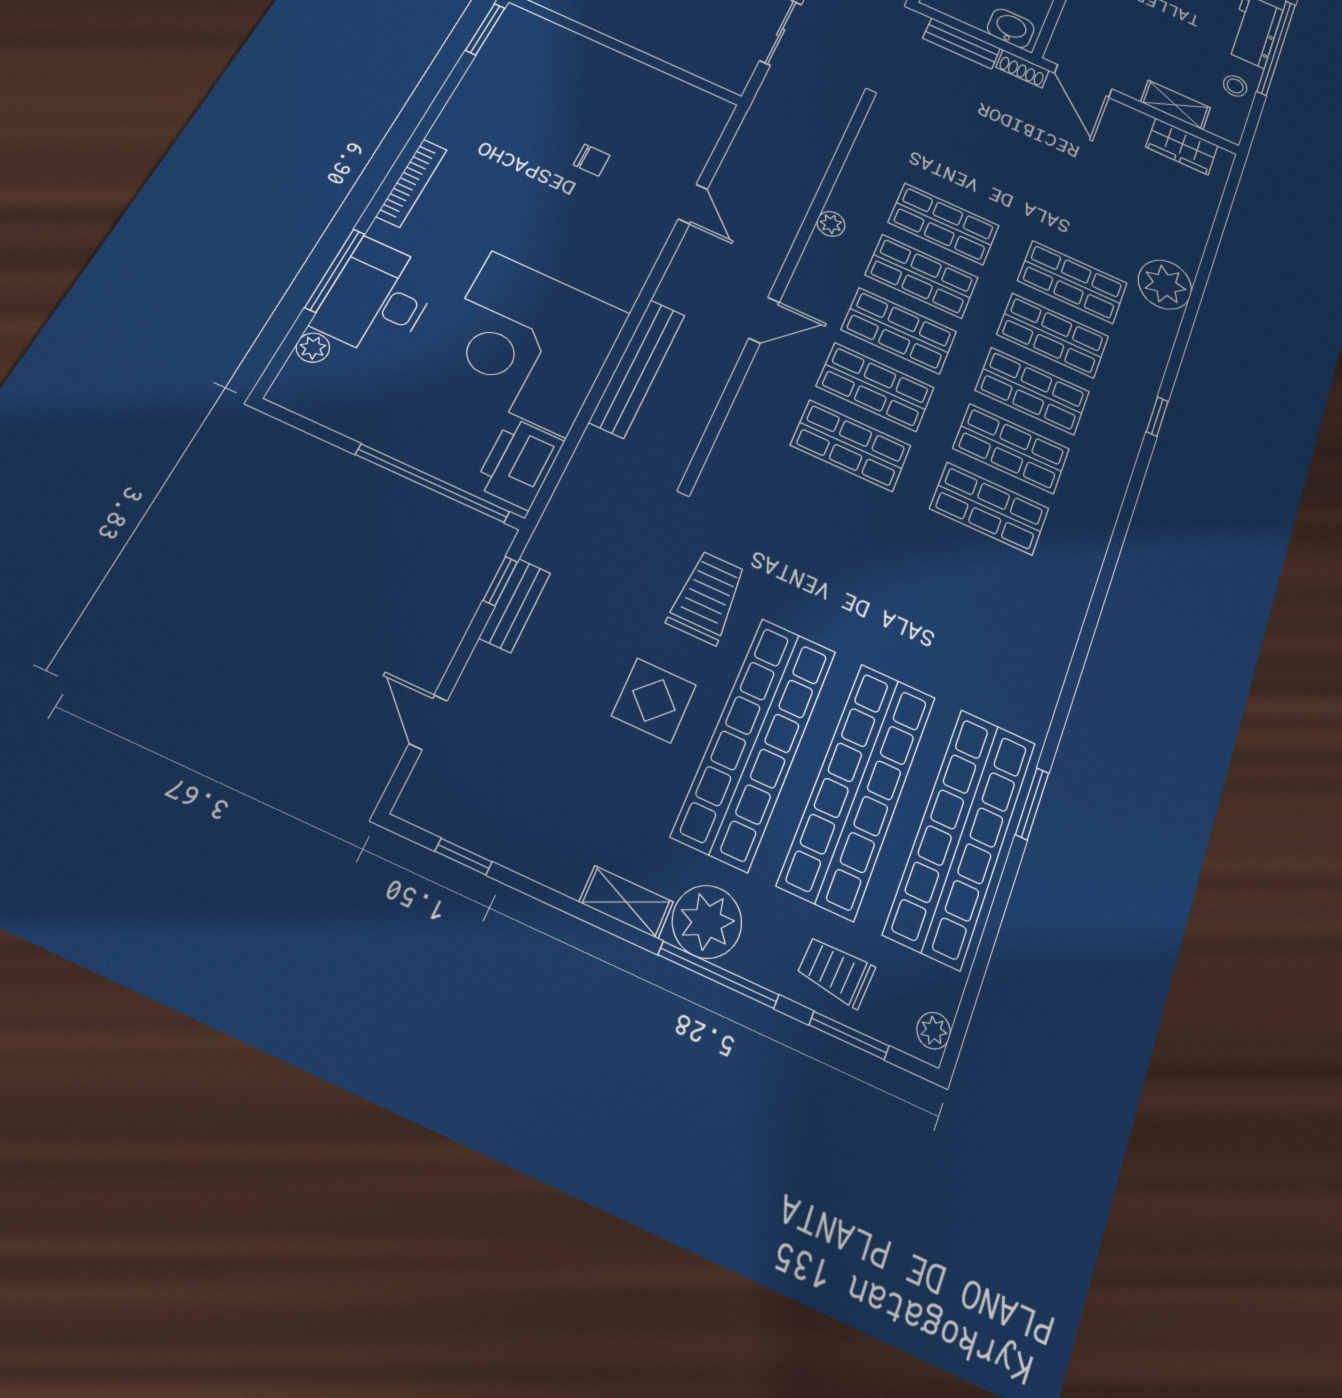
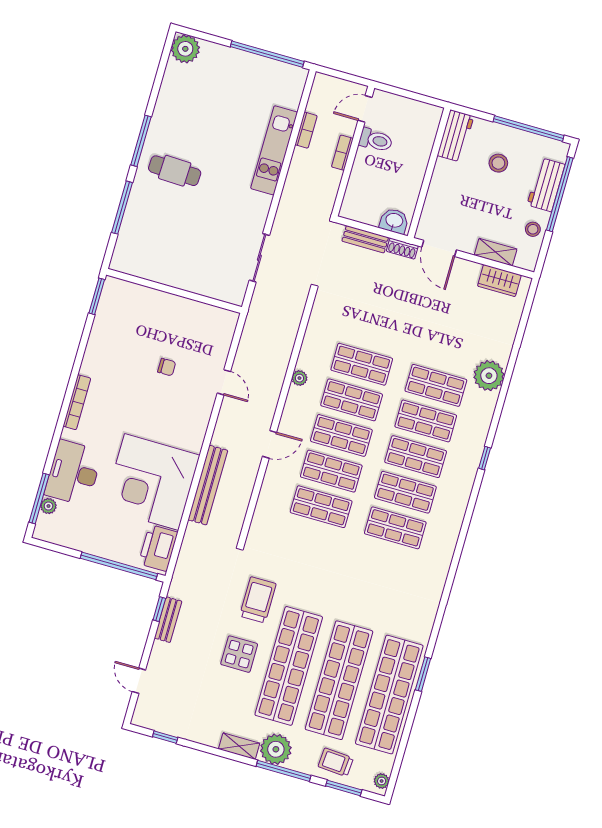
window: (335, 271) -> (39, 498), moved

